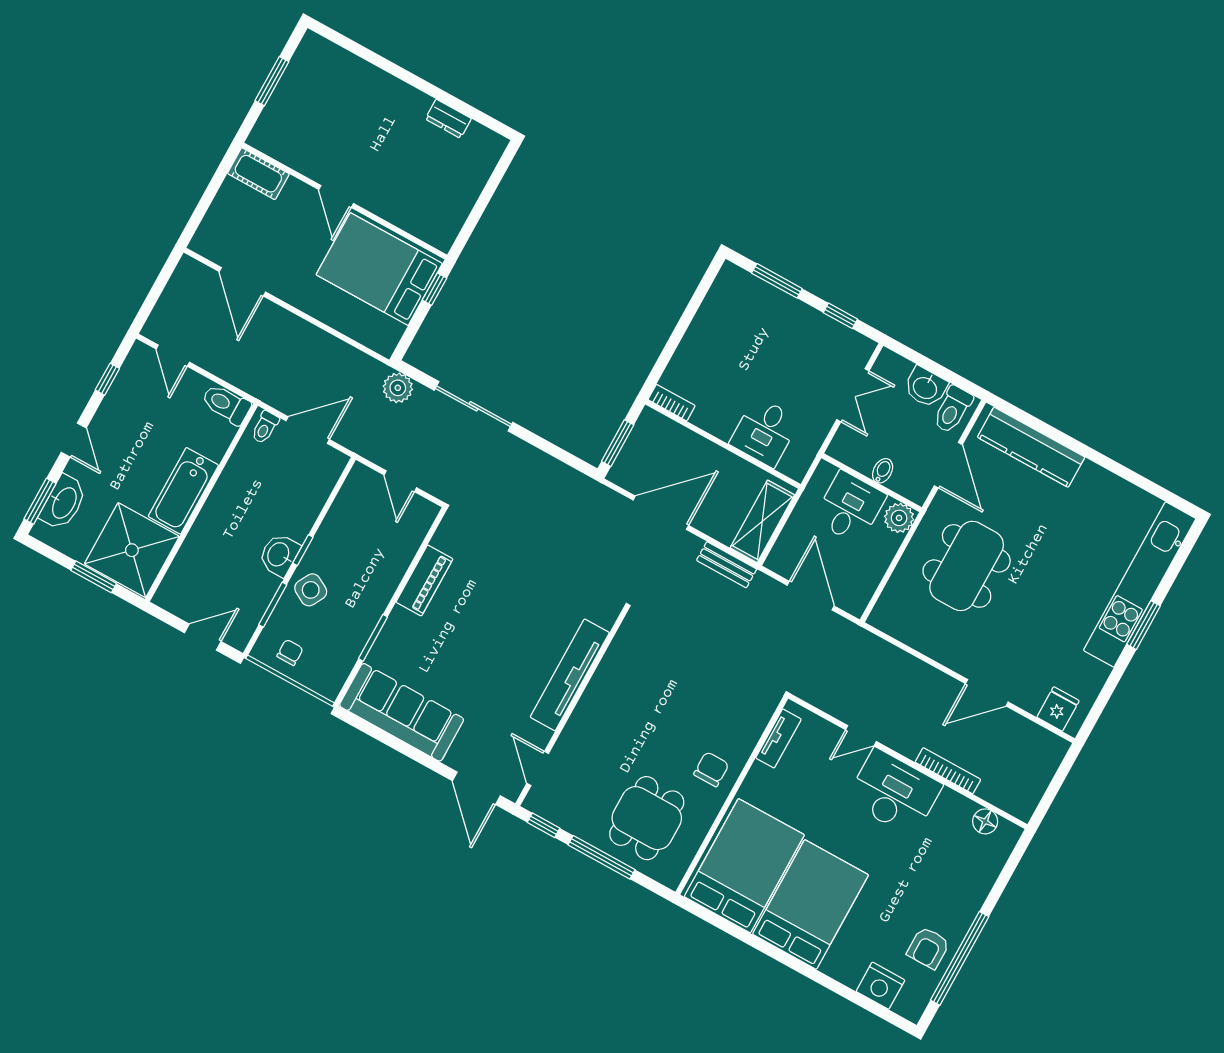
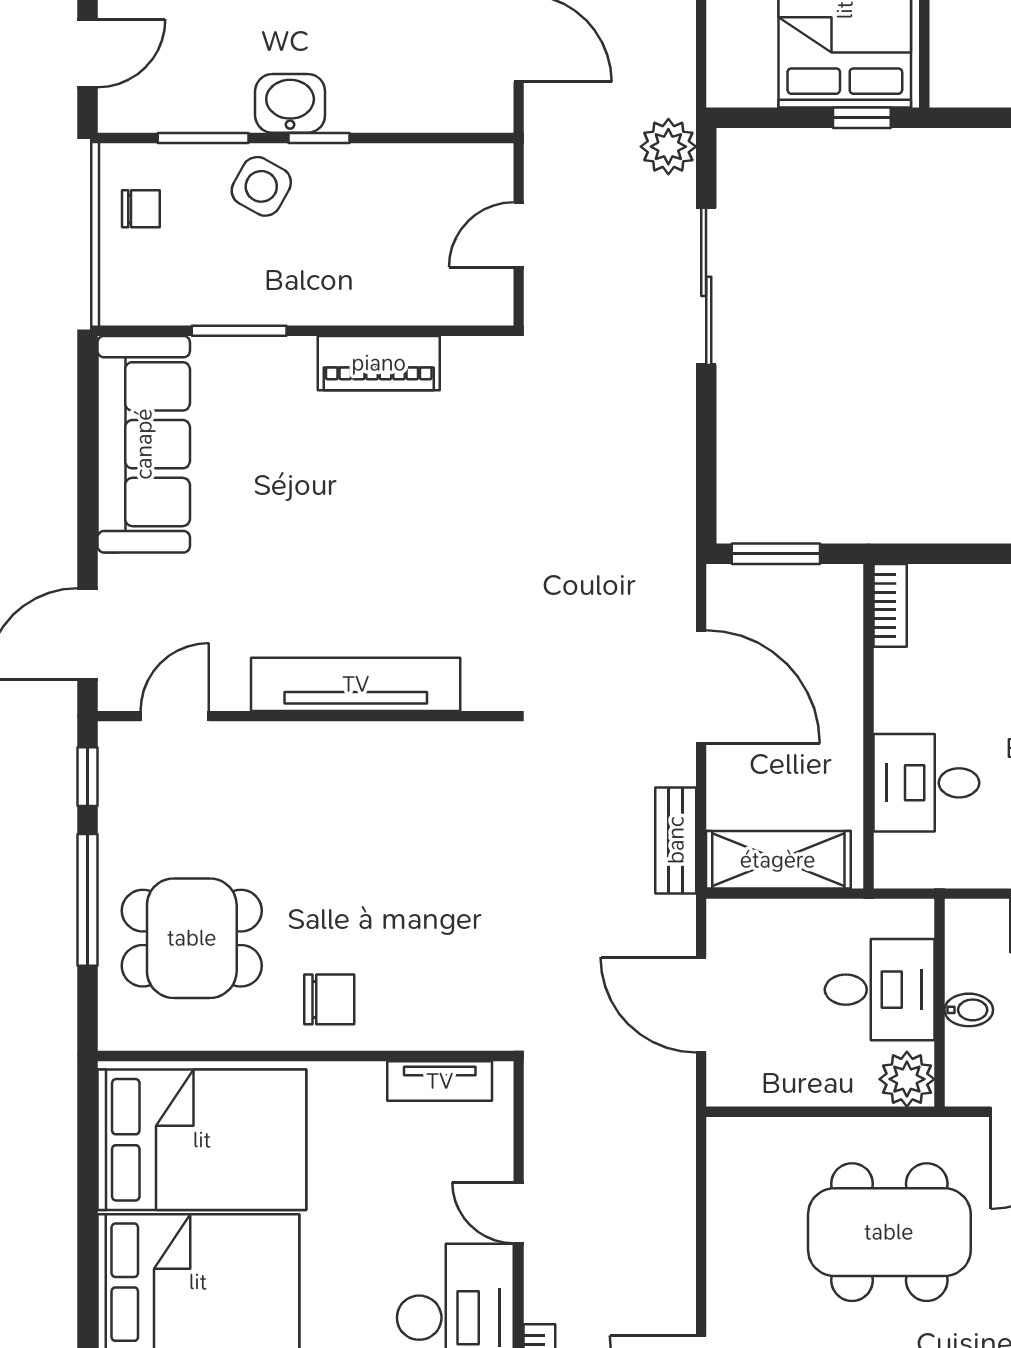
door: (811, 596) -> (701, 1005), swing flipped
door: (203, 637) -> (87, 53), hinge flipped

